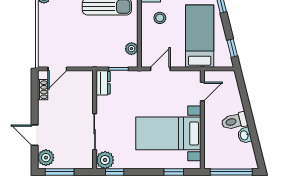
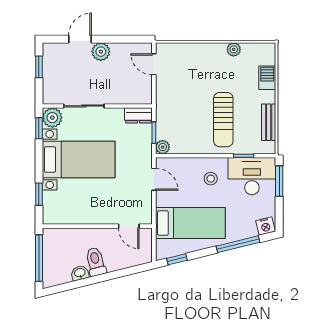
plant: (131, 49) -> (163, 147), moved
shoe rack: (43, 90) -> (131, 48), removed
bed with nightstands: (168, 133) -> (79, 160), moved, turned 90
plant: (46, 158) -> (101, 52), moved
window: (60, 172) -> (39, 67), width x0.67

